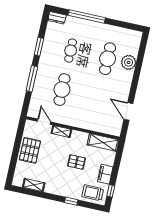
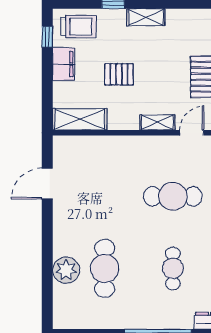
cafe table: (62, 90) -> (173, 196), turned 90
door: (128, 111) -> (47, 184), swing flipped
door: (44, 122) -> (192, 133), swing flipped
shelving: (34, 185) -> (146, 17), moved

